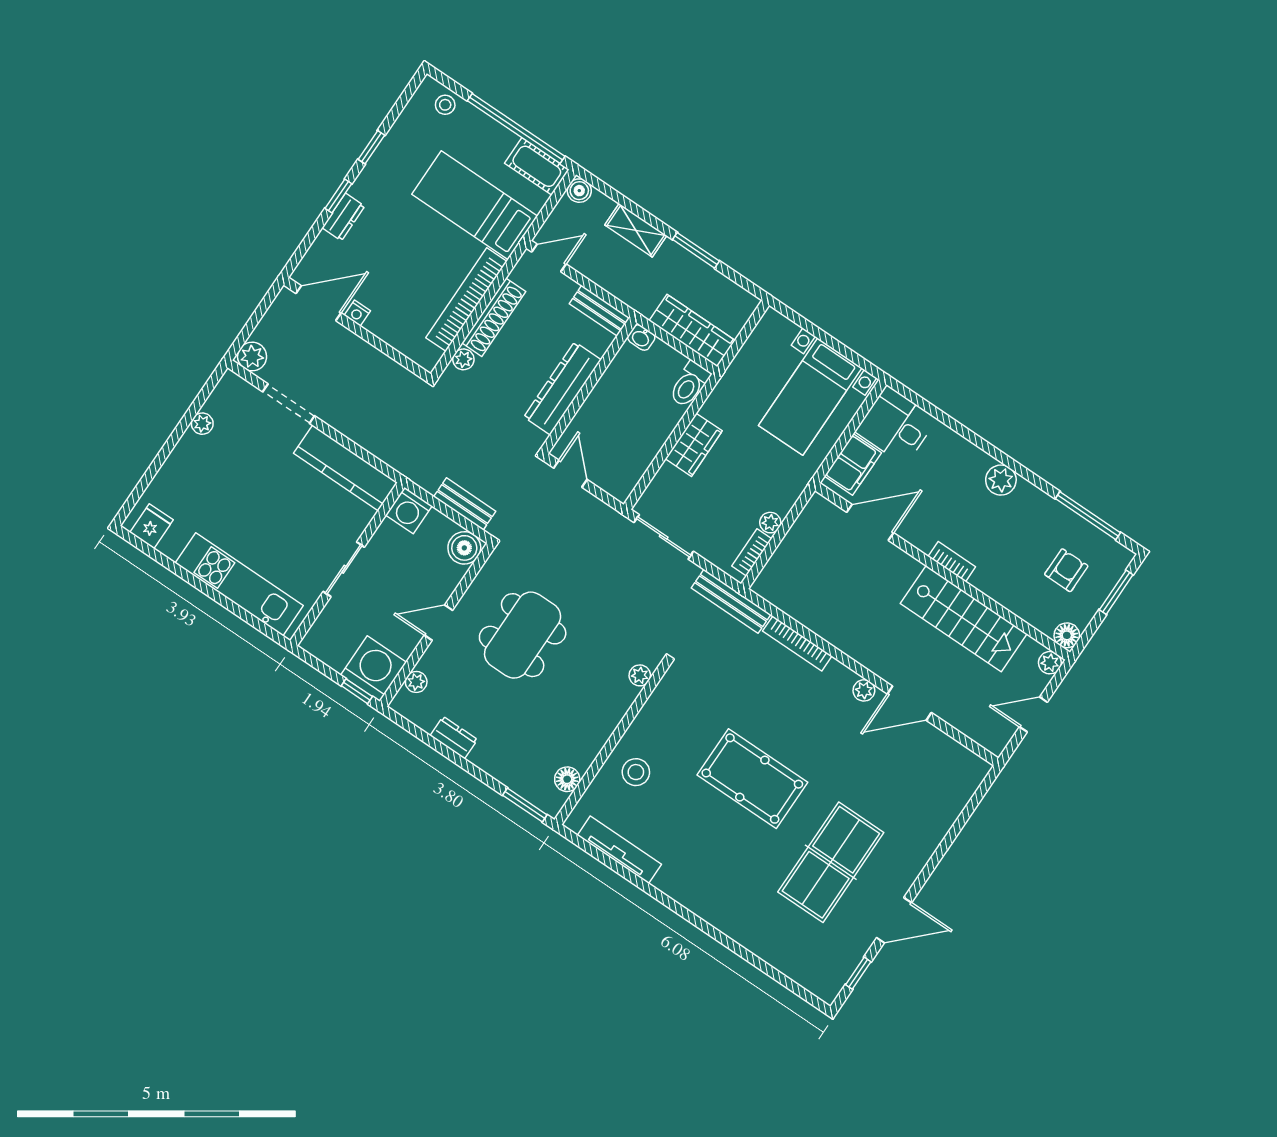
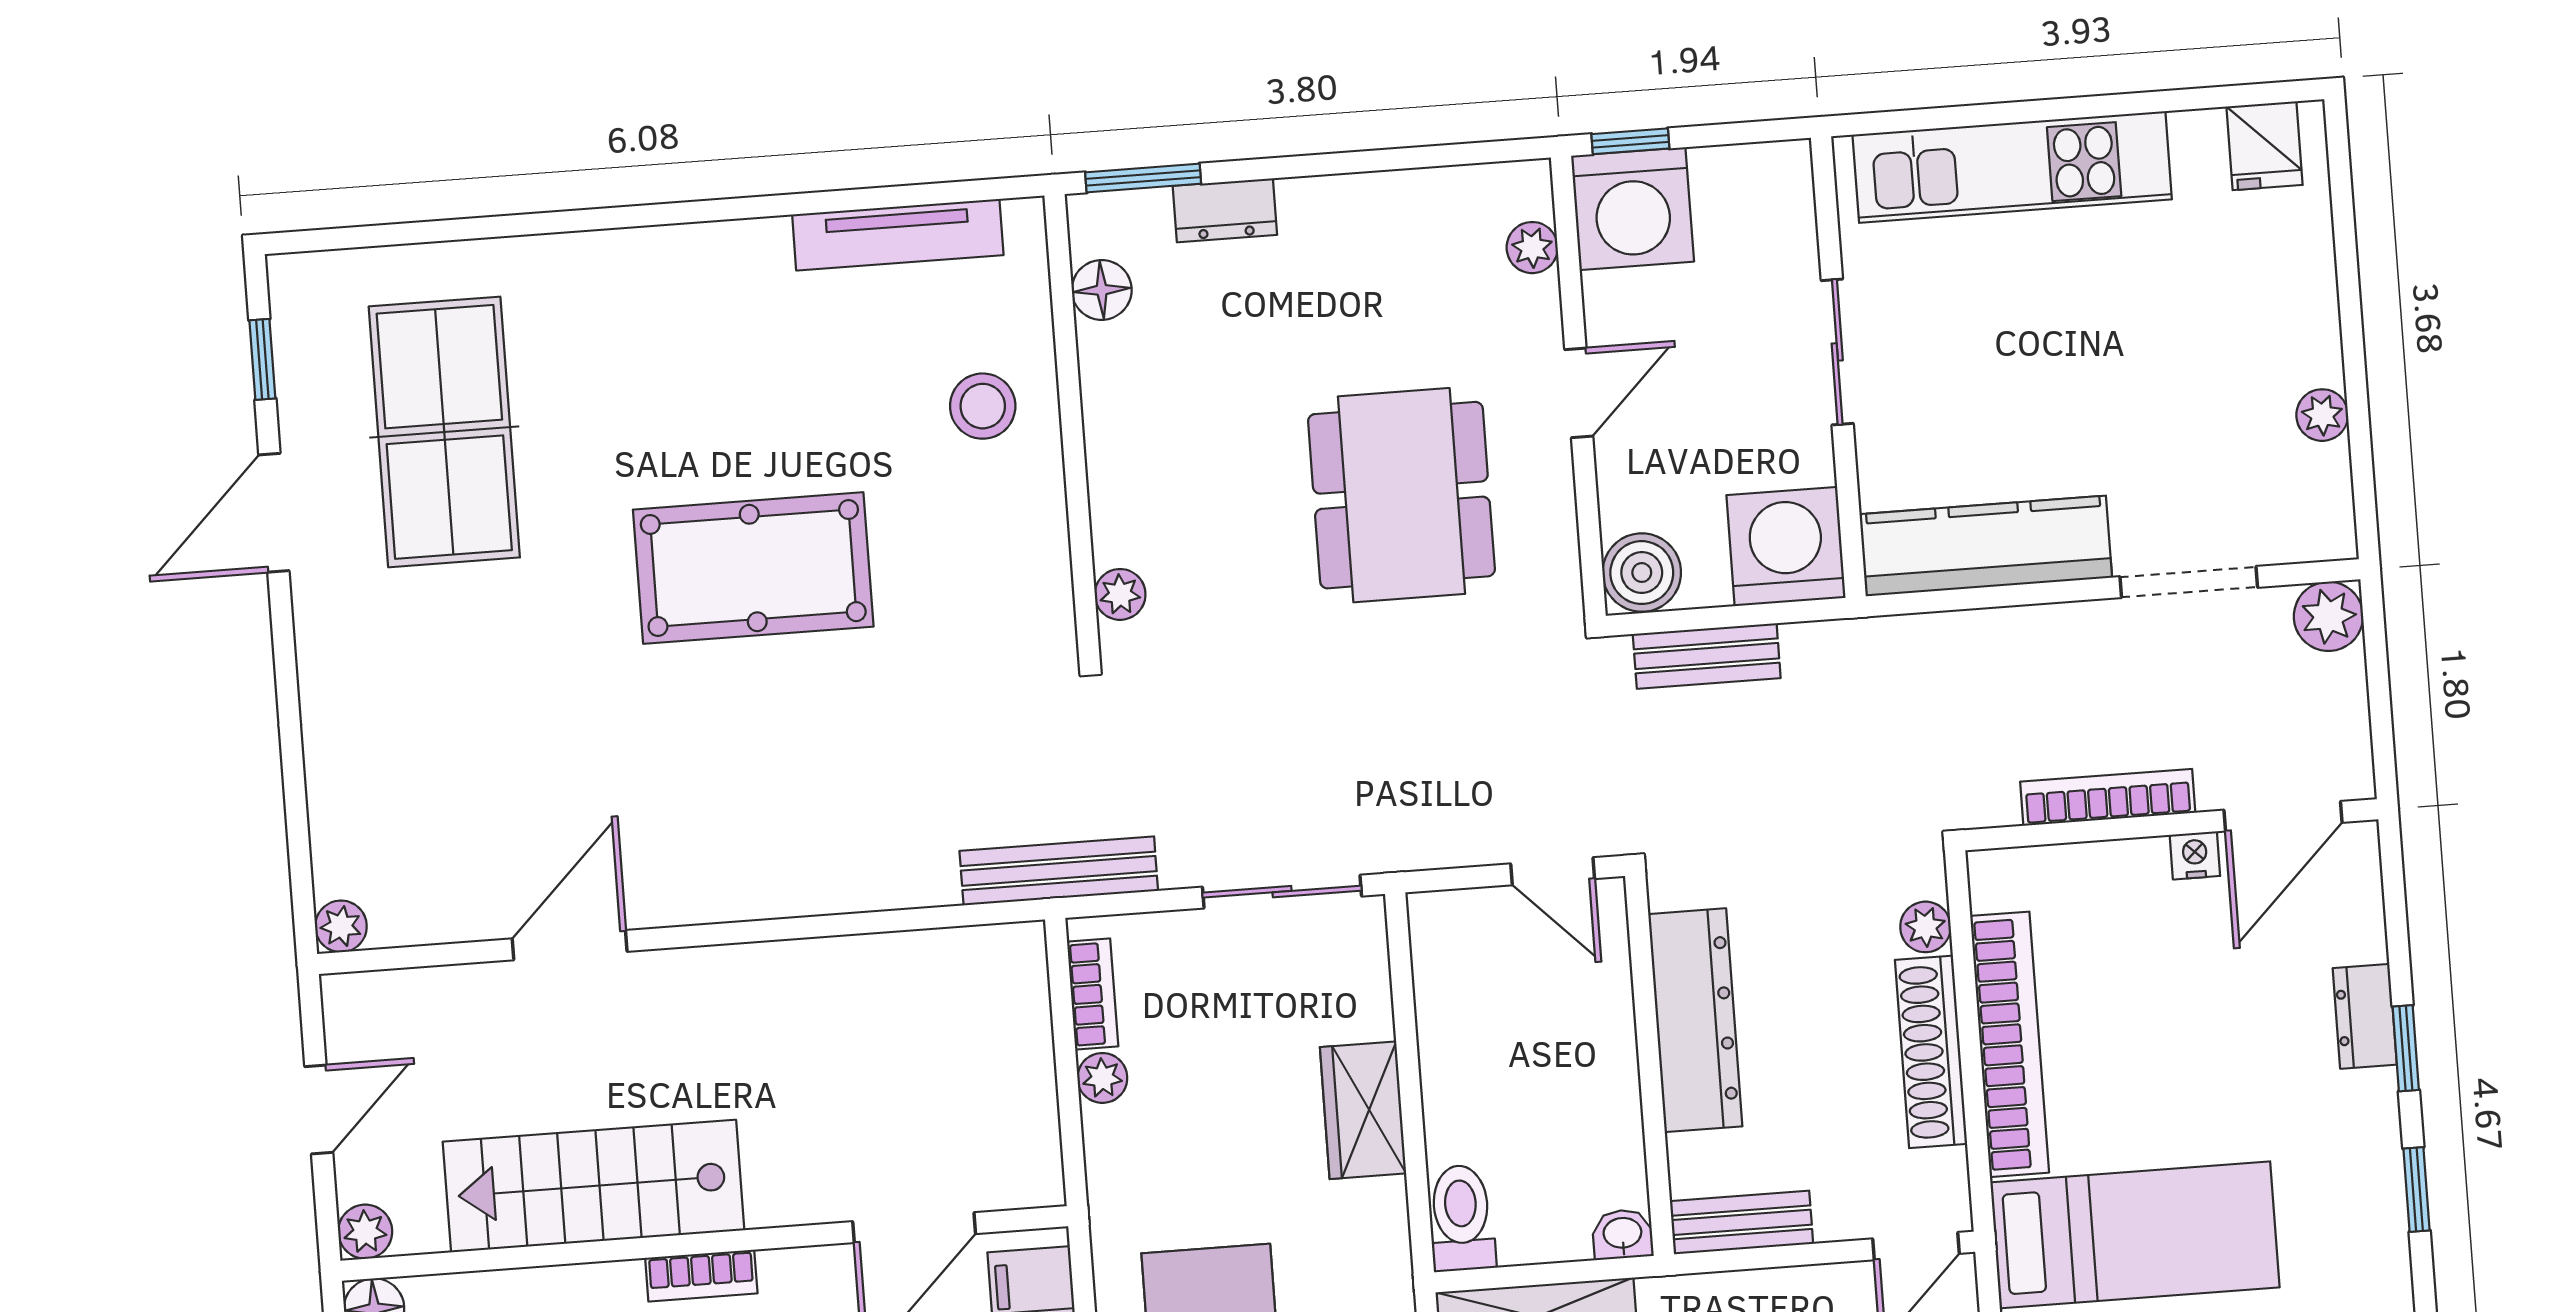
washing machine: (409, 511) -> (1786, 546), width x1.37, depth x1.37
bookcase: (797, 643) -> (2108, 797), moved
plant: (864, 690) -> (341, 926), moved
dresser: (454, 738) -> (1225, 210), moved
table tennis table: (831, 862) -> (444, 432), moved

